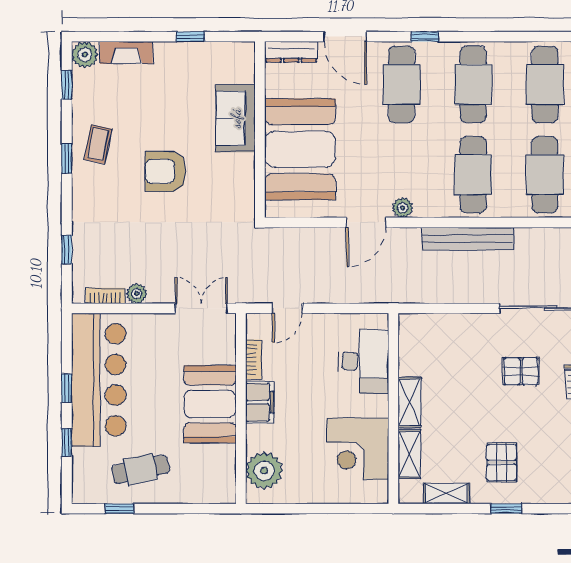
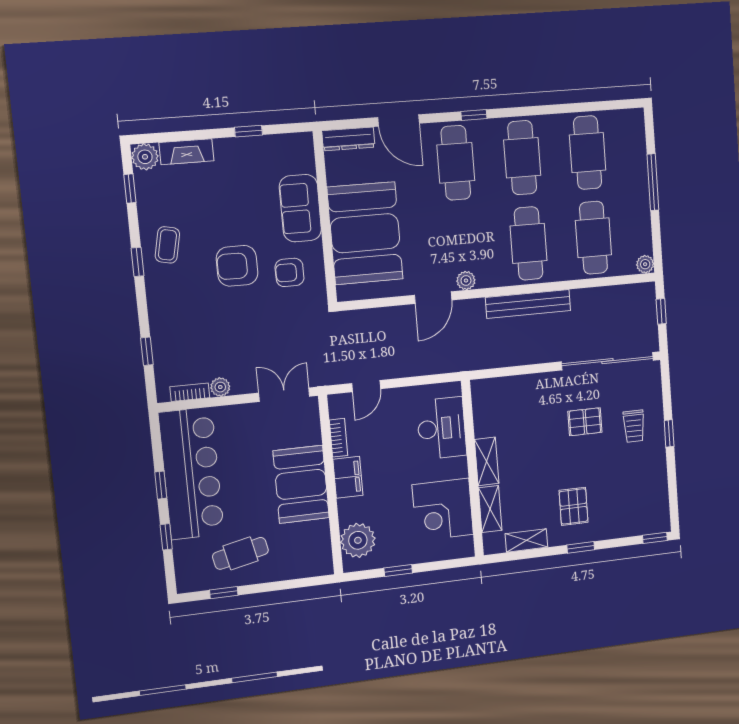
armchair: (218, 183) -> (290, 272), added
window: (304, 509) -> (398, 571), added

